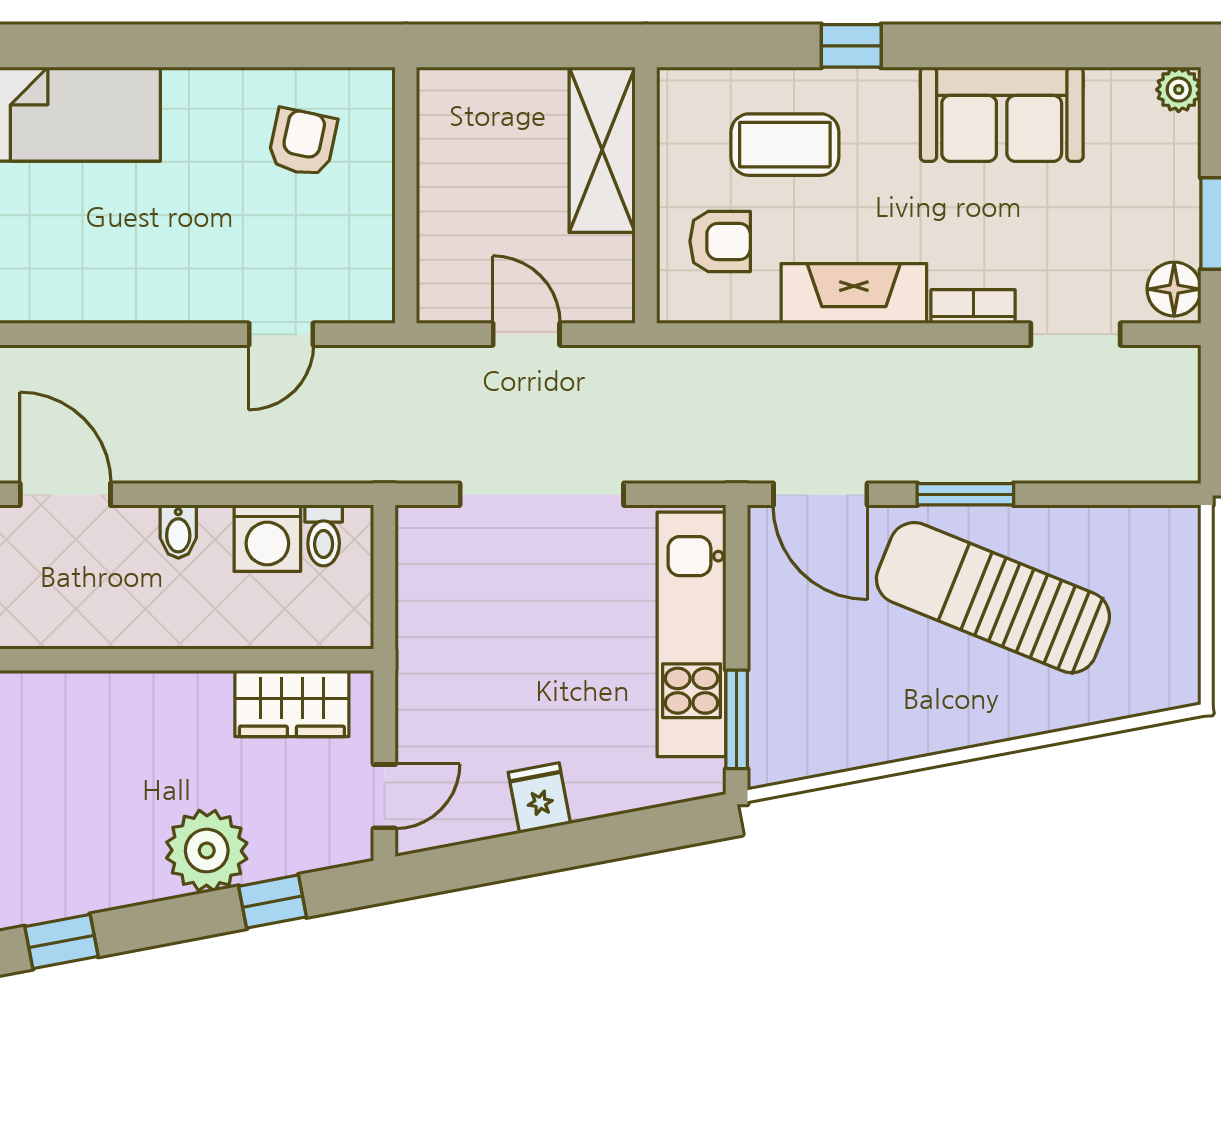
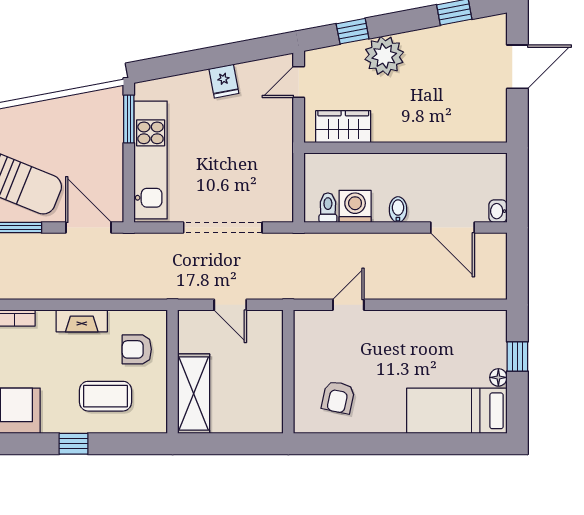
fireplace: (854, 294) -> (82, 321), width x0.73, depth x0.76

